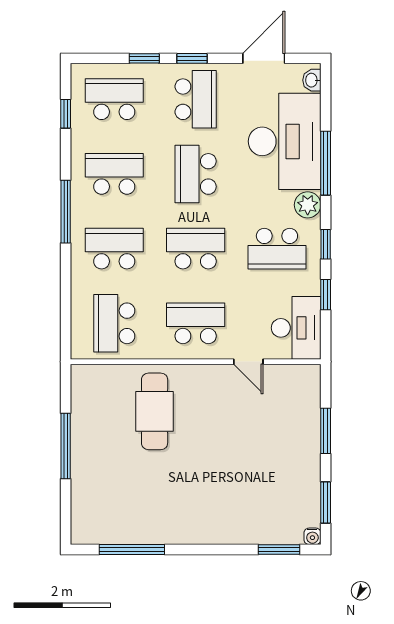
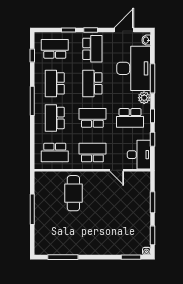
school desk: (114, 174) -> (55, 83), turned -90
school desk: (114, 249) -> (55, 118), turned -90
school desk: (114, 323) -> (55, 153), turned -90

